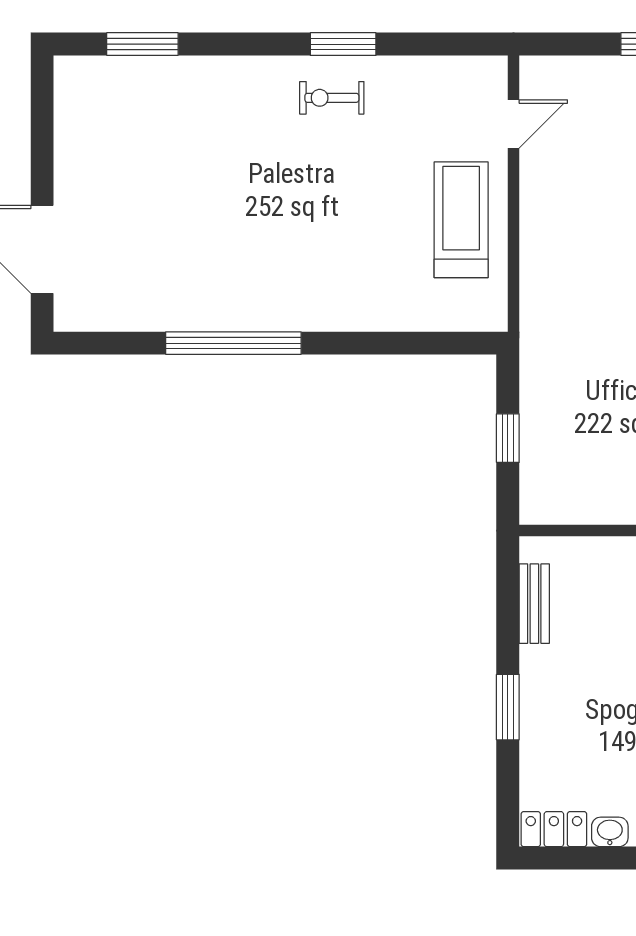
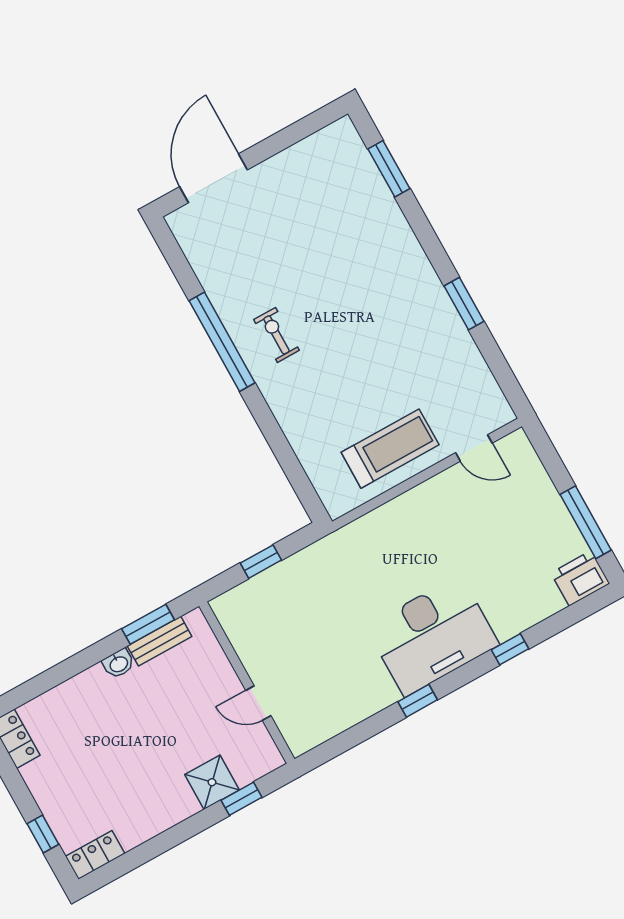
exercise bike: (332, 98) -> (276, 335), moved
window: (508, 707) -> (148, 624), moved
washbasin: (610, 832) -> (118, 664), moved, turned 90

